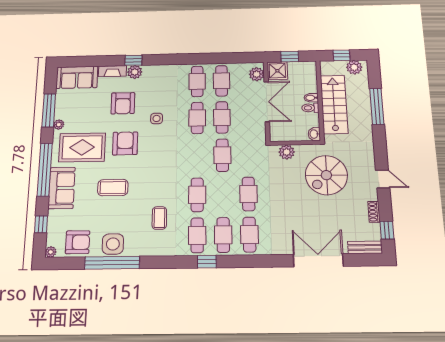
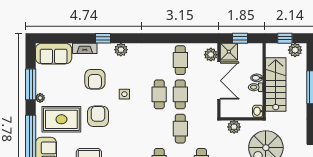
plant: (135, 72) -> (121, 50), moved
cafe table: (197, 81) -> (159, 60), removed

